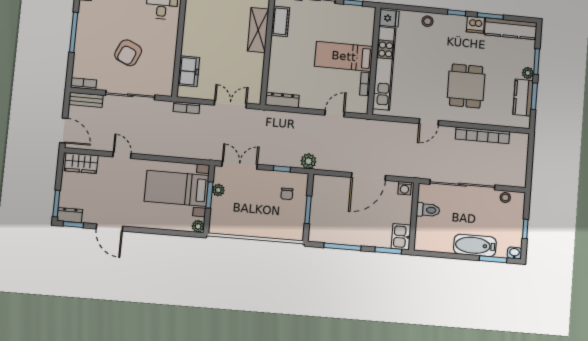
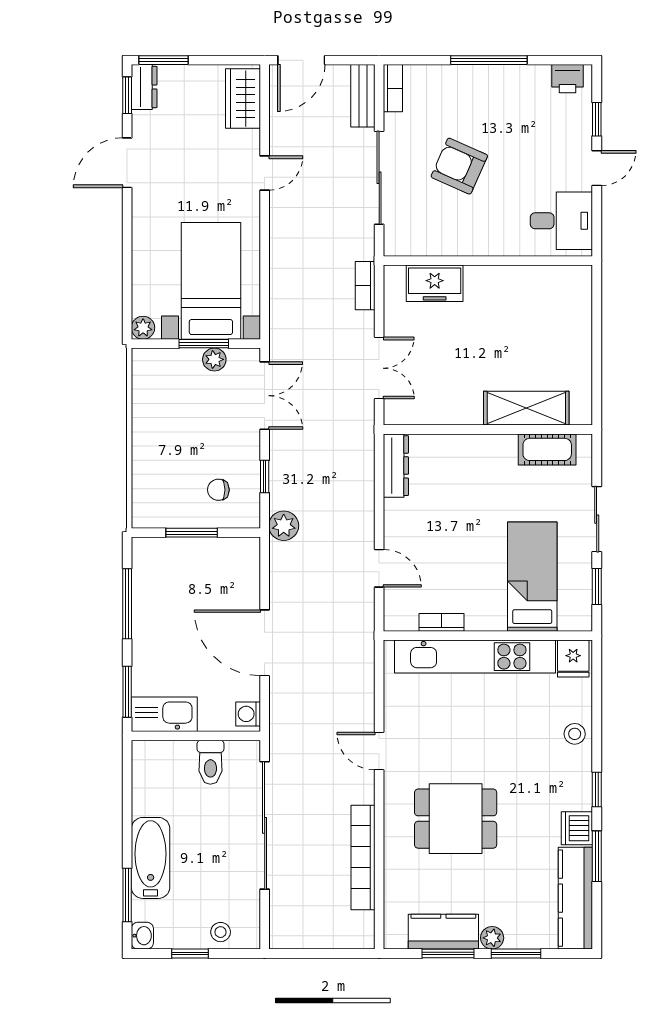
bed: (344, 56) -> (532, 577), moved
stool: (505, 198) -> (221, 932), moved
kitchen sink: (401, 237) -> (164, 714), width x1.38

